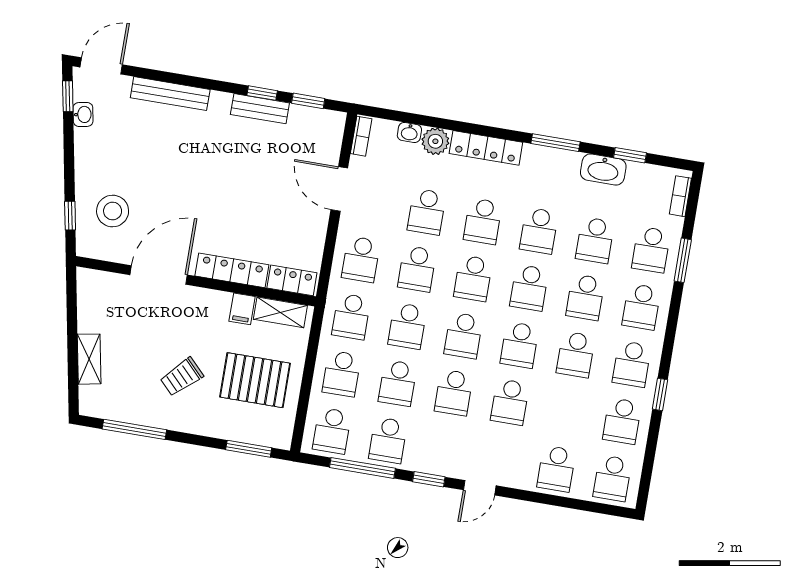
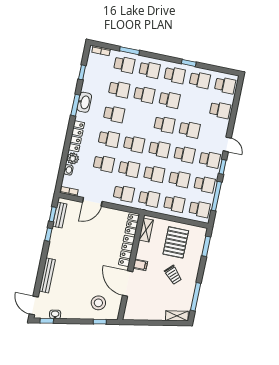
bench: (260, 109) -> (60, 215), moved
washbasin: (603, 169) -> (84, 102), moved
school desk: (529, 288) -> (210, 160), moved
filing cabinet: (242, 309) -> (140, 265), moved
shelving: (89, 359) -> (177, 316), moved

